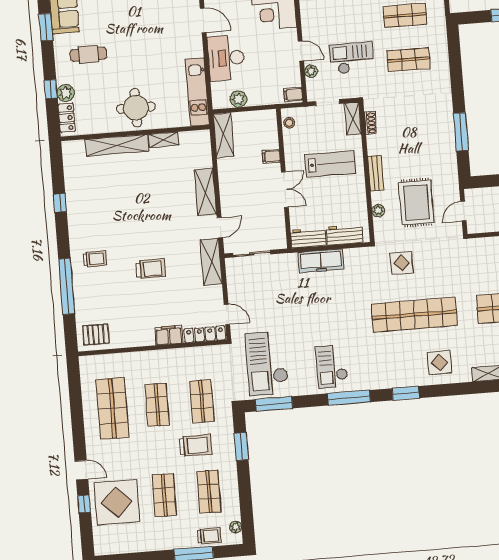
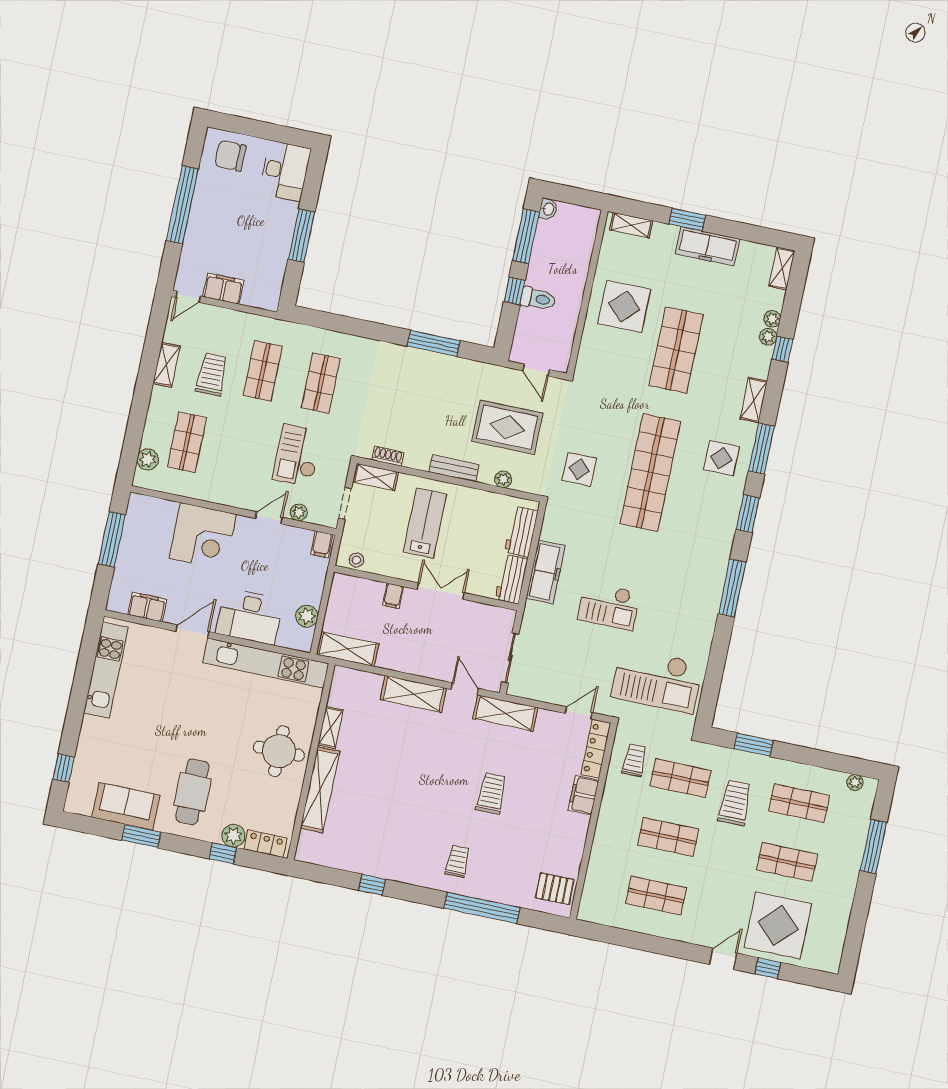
cafe table: (88, 54) -> (192, 792), width x1.37, depth x1.35
kitchen unit: (197, 92) -> (266, 663), width x1.36
pallet: (96, 335) -> (555, 889), turned 90
checkout: (332, 366) -> (609, 606), moved
window: (274, 404) -> (762, 449), moved
shop shelf: (112, 408) -> (656, 896), width x0.70, depth x0.74
trolley: (209, 536) -> (634, 760), moved

